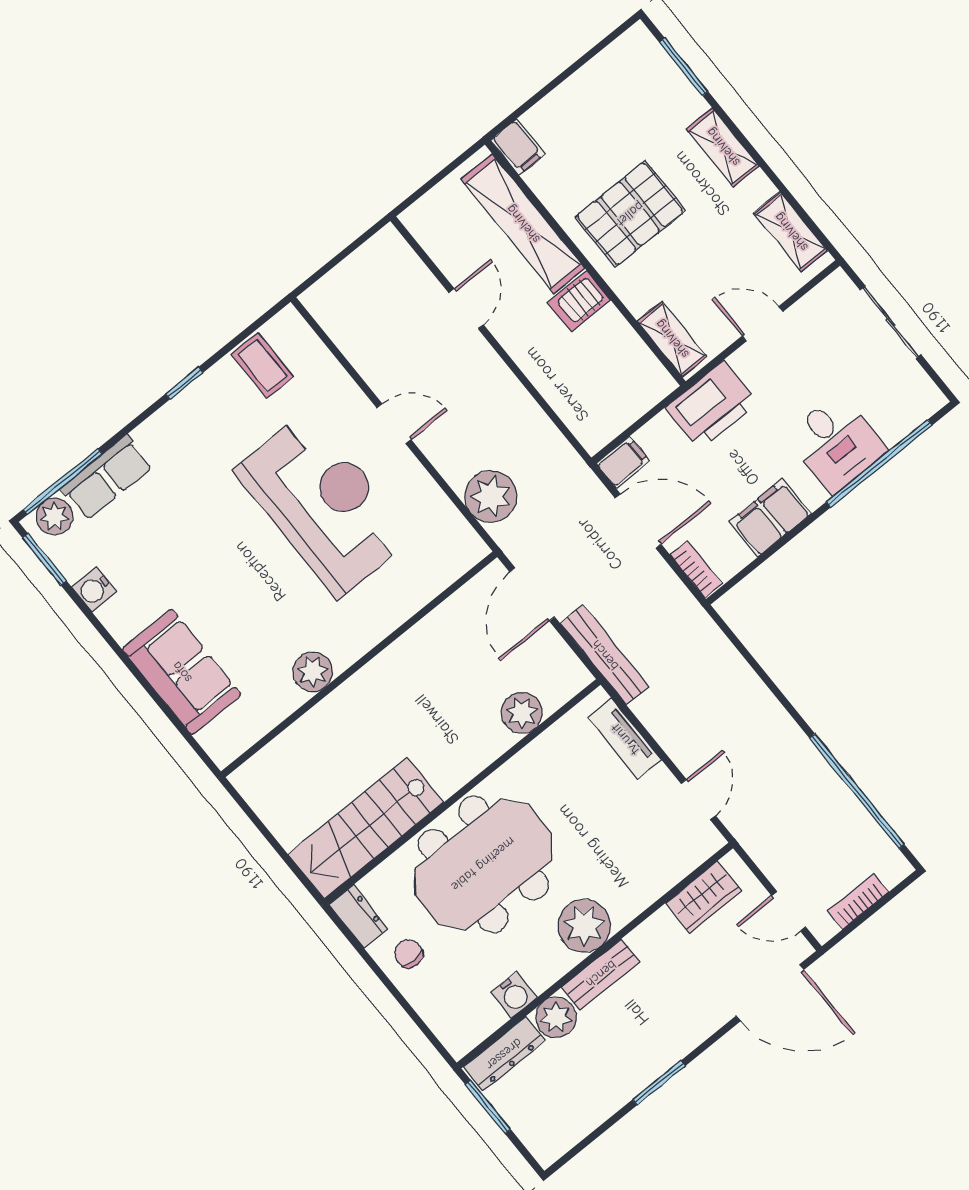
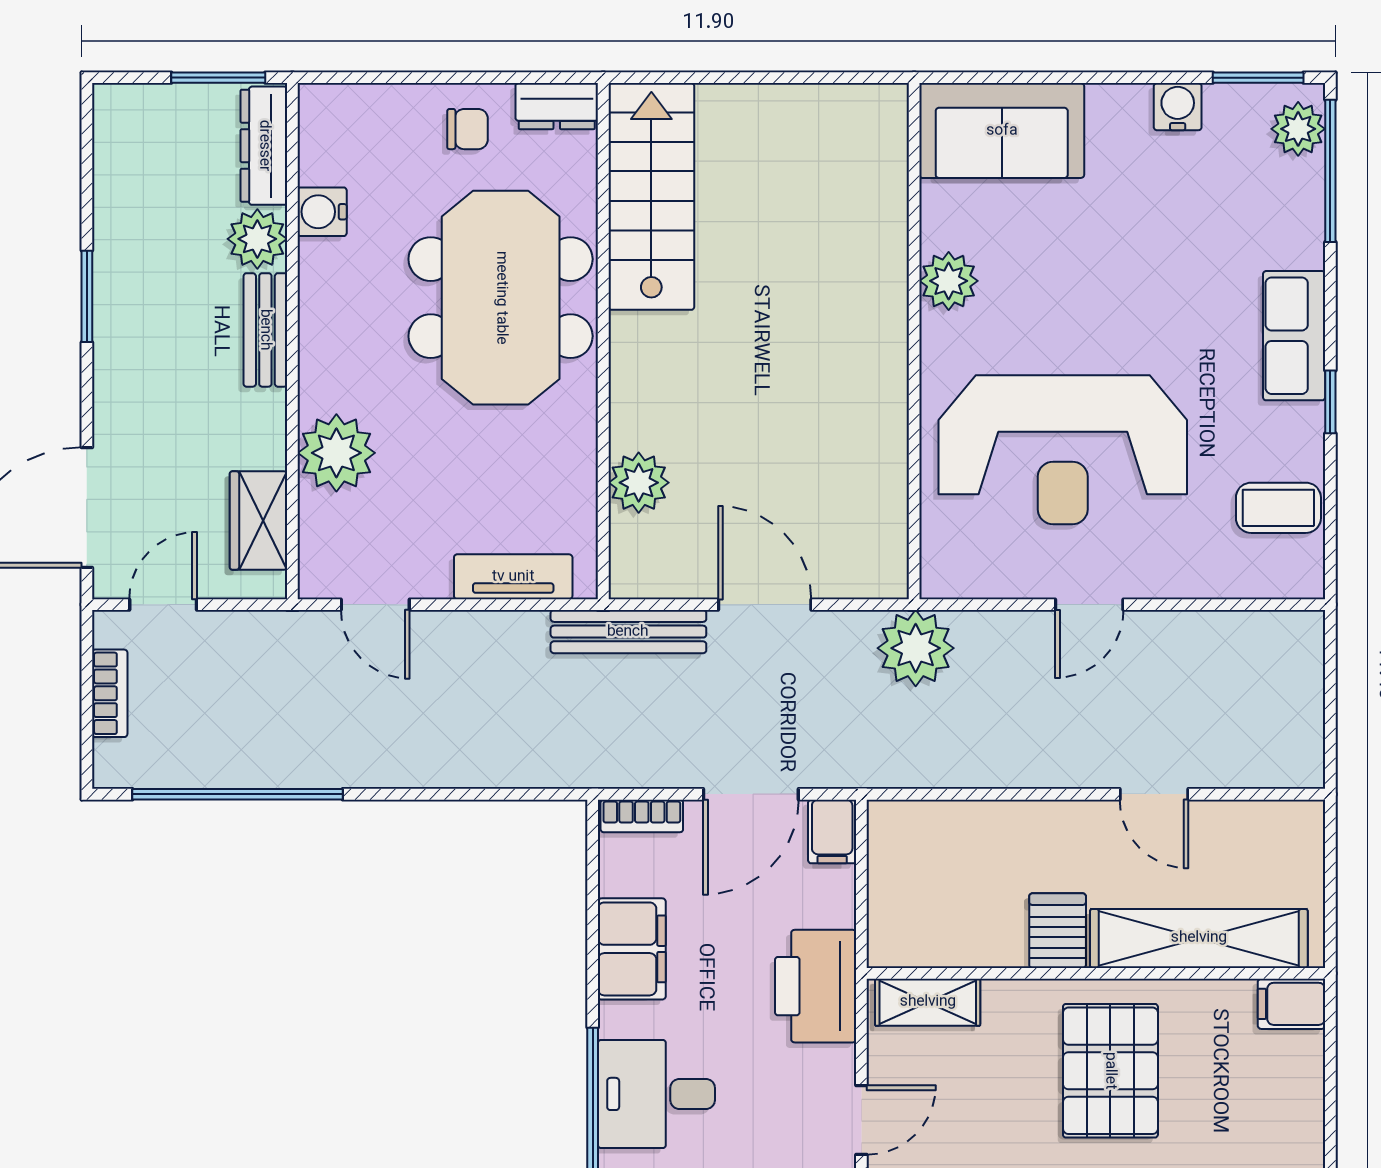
row of seats: (107, 478) -> (1294, 336), moved
wall: (359, 664) -> (914, 341), moved
plant: (313, 672) -> (949, 281), moved
plant: (584, 926) -> (336, 453), moved

